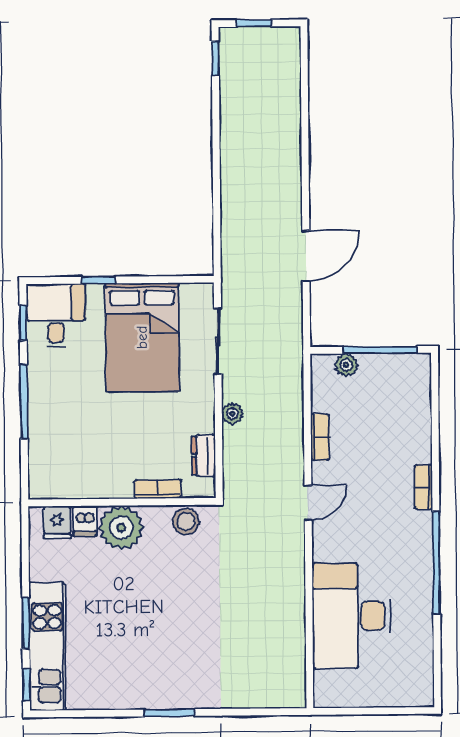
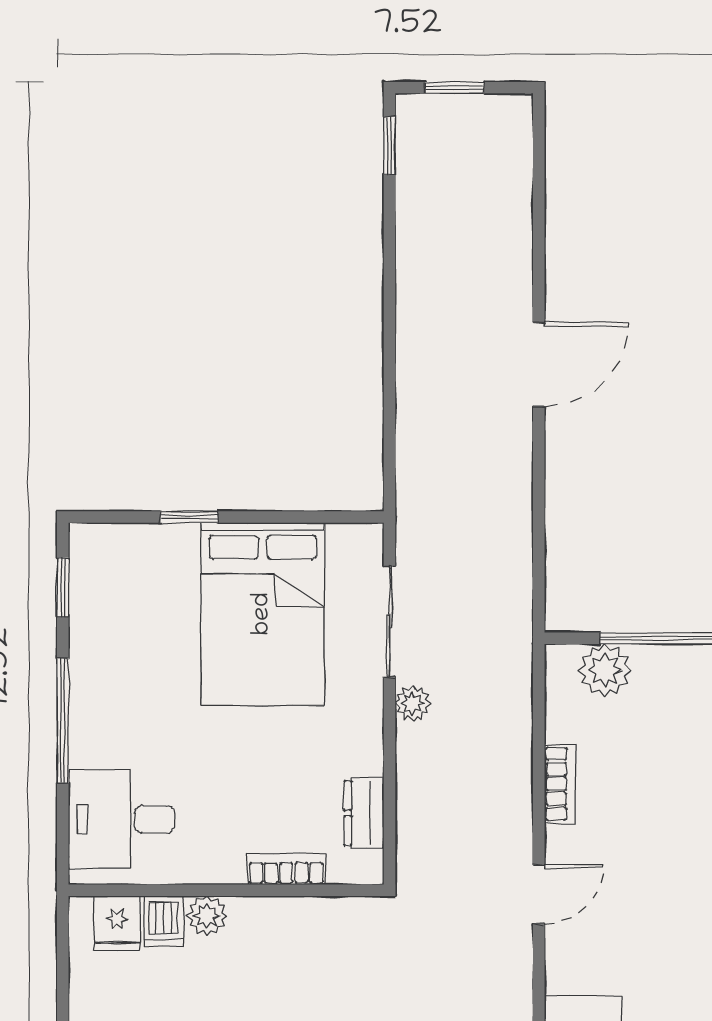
door: (306, 256) -> (539, 364), moved
desk: (56, 316) -> (122, 819), moved, turned -90
plant: (346, 365) -> (605, 670), width x1.38, depth x1.38
plant: (232, 414) -> (413, 703), moved
stool: (186, 521) -> (333, 924), removed
plant: (121, 528) -> (207, 916), width x0.53, depth x0.53

